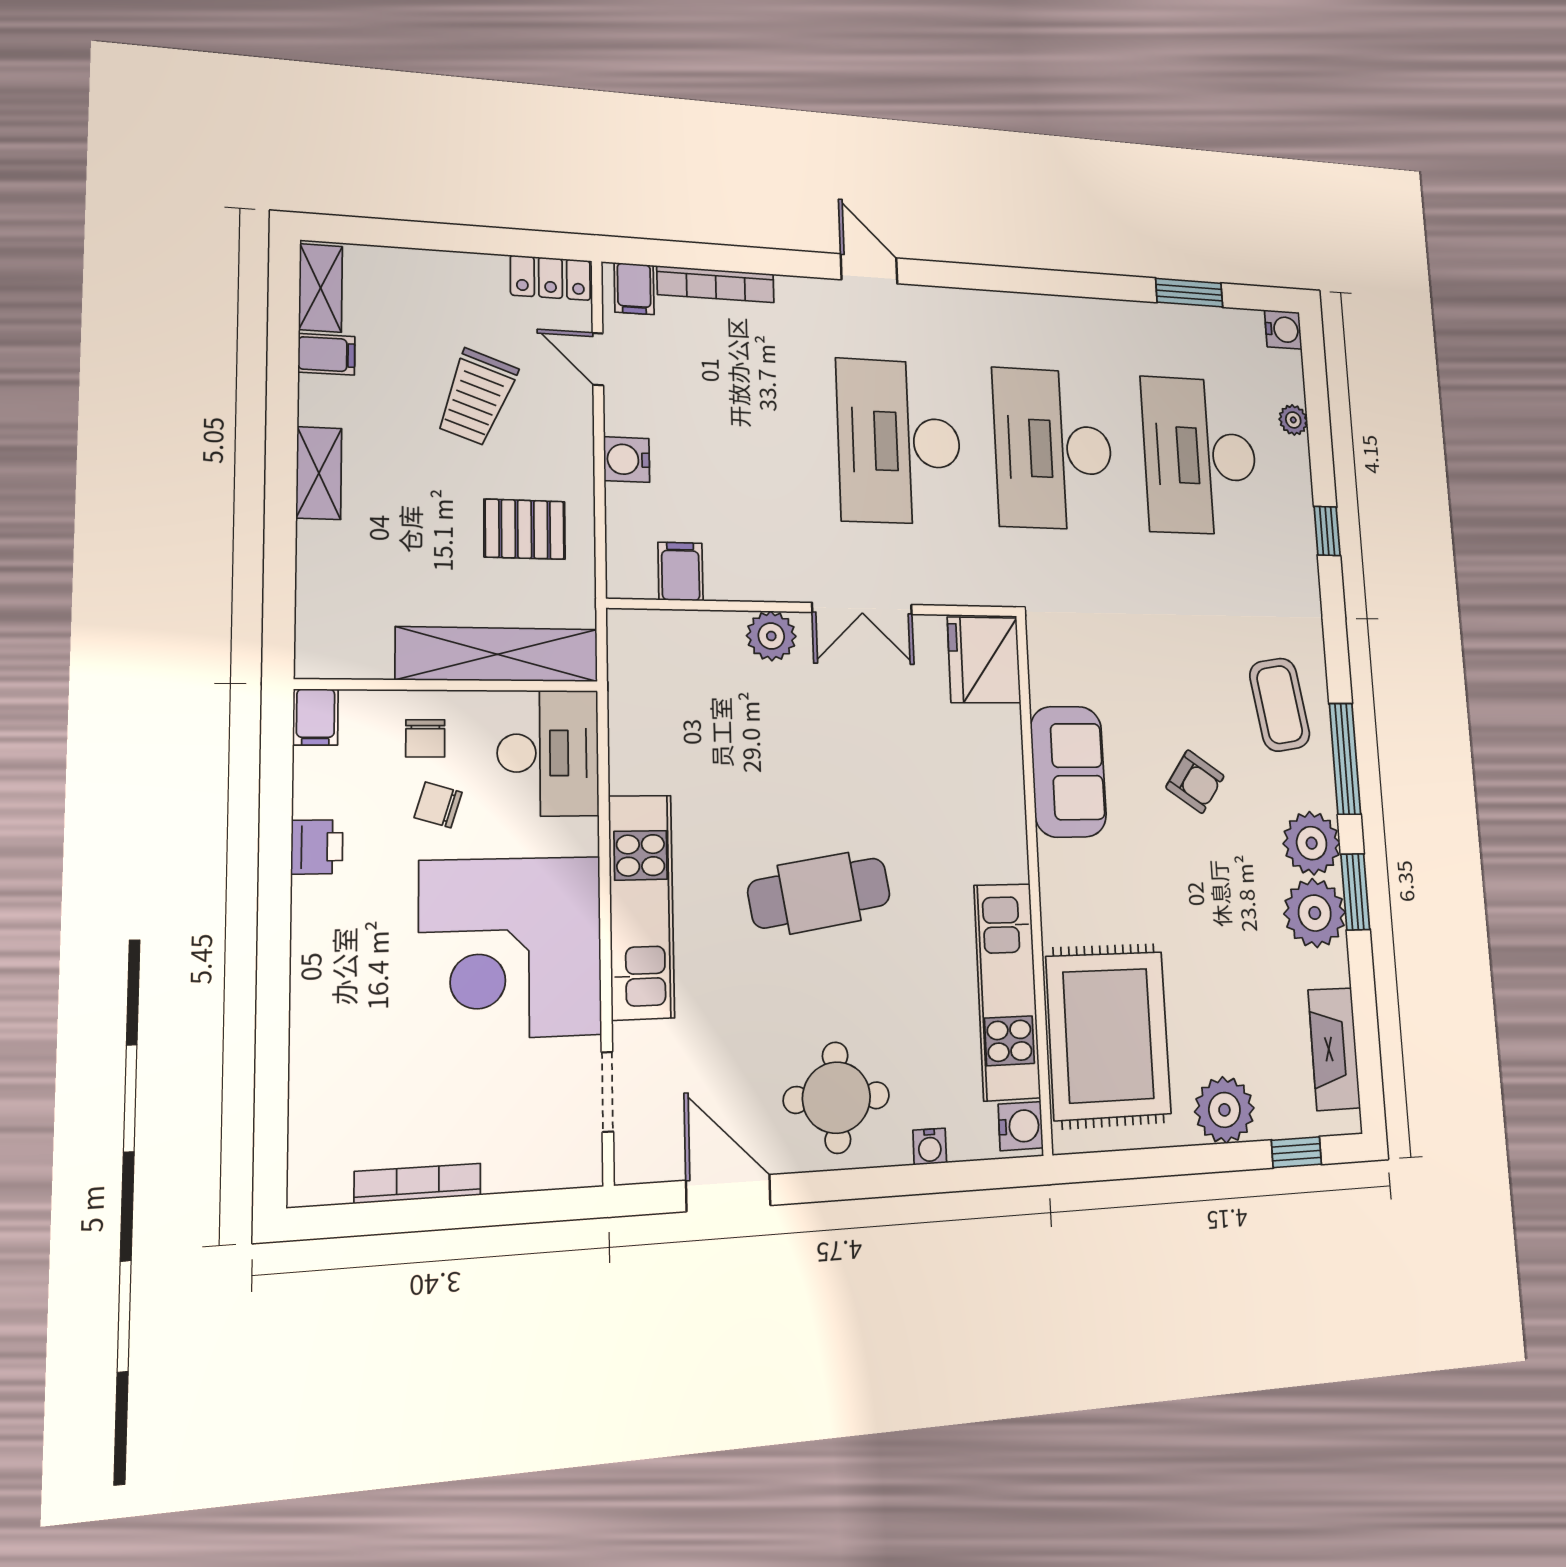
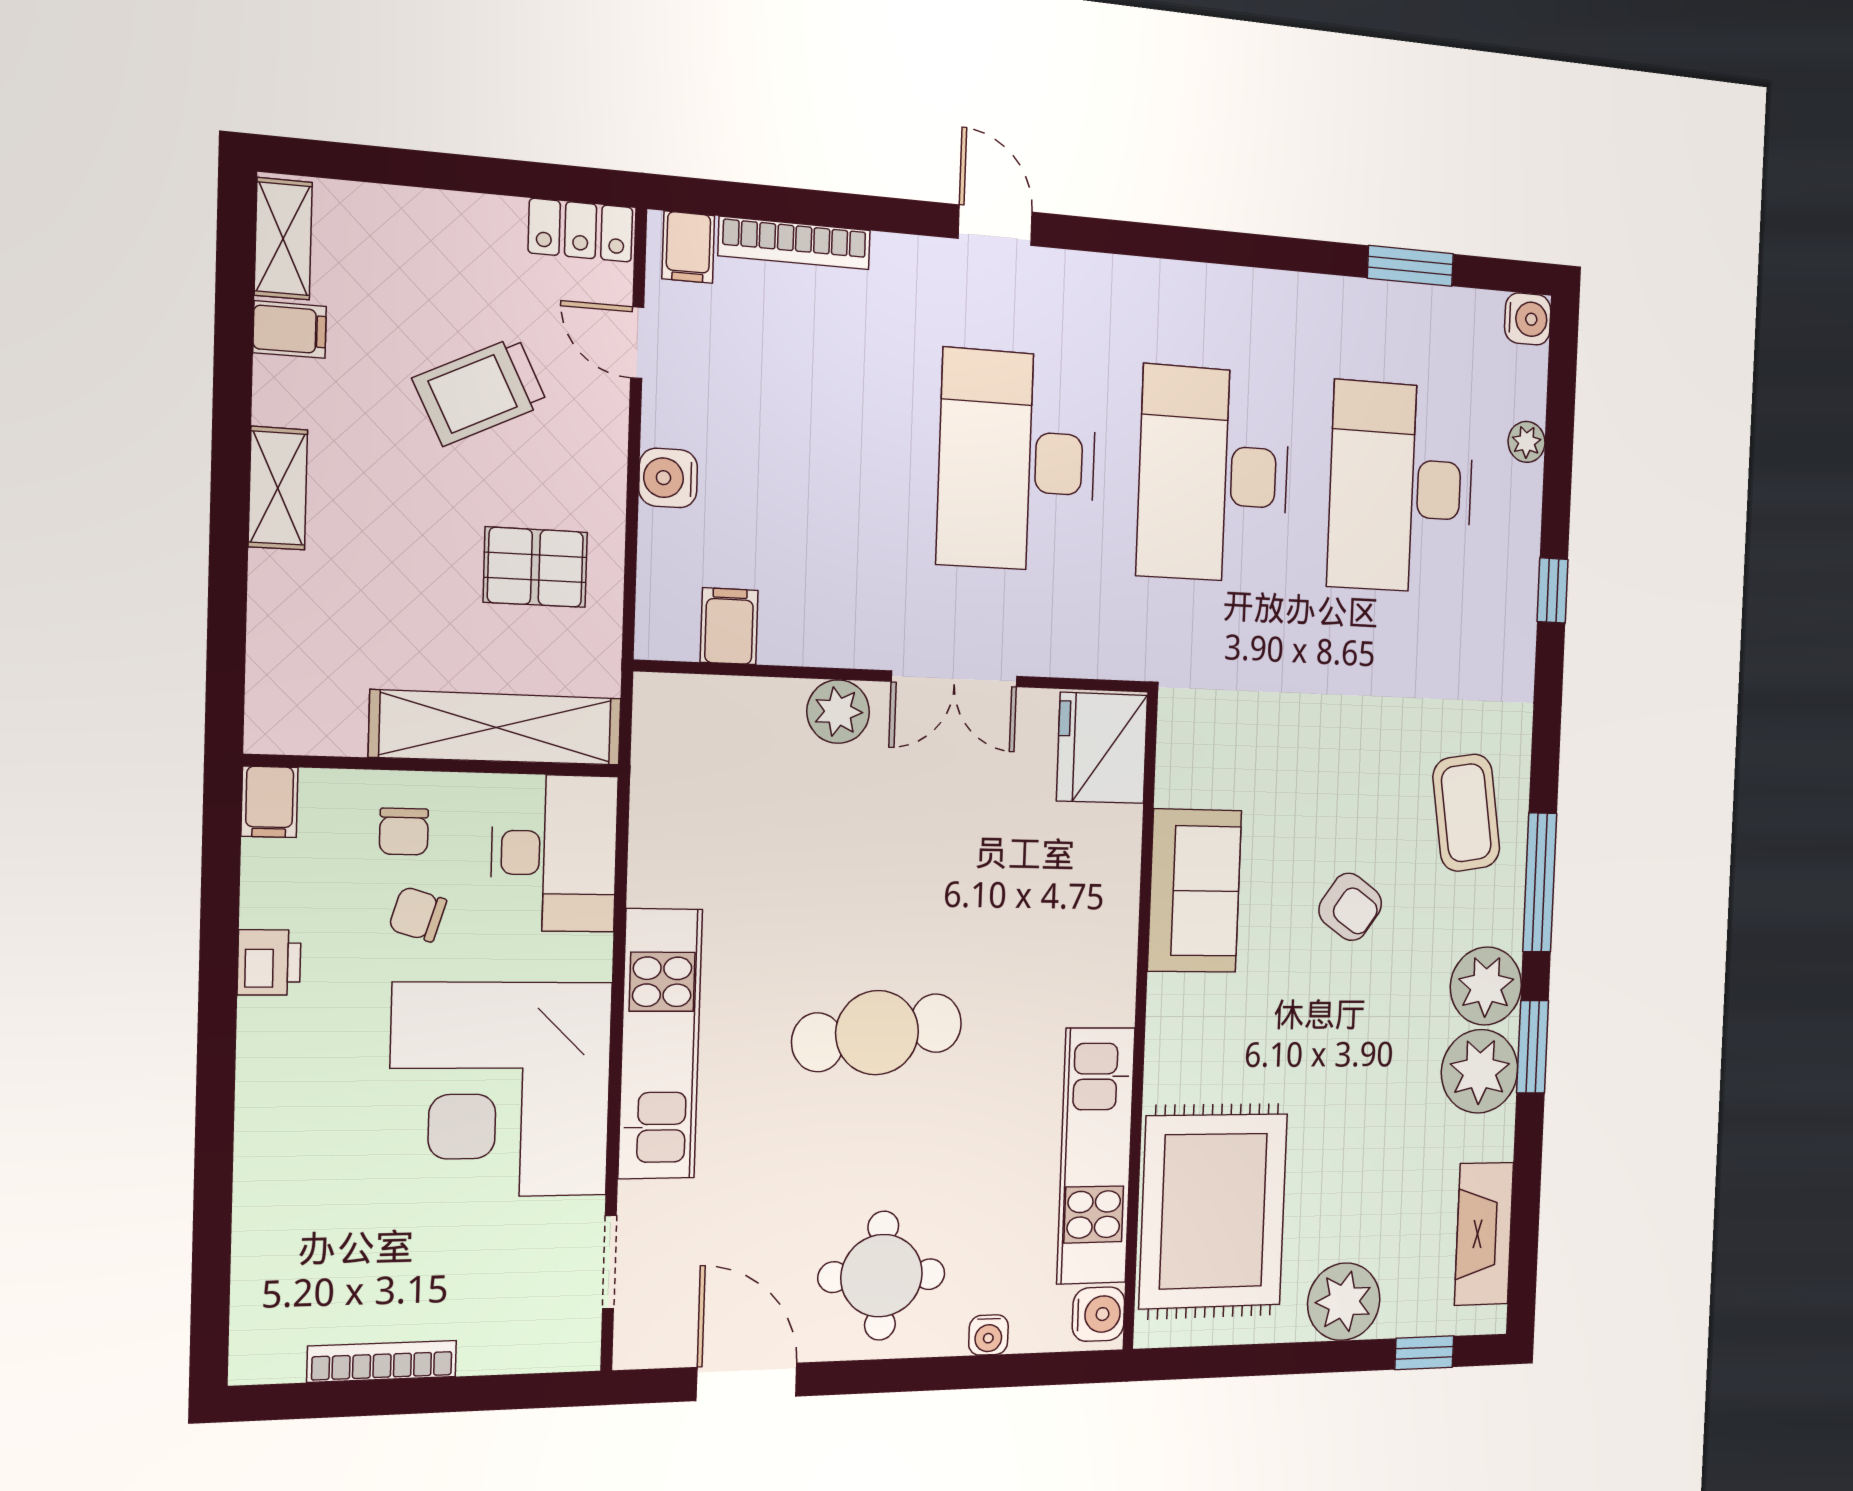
trolley: (477, 397) -> (480, 391), turned 44

